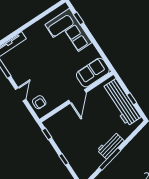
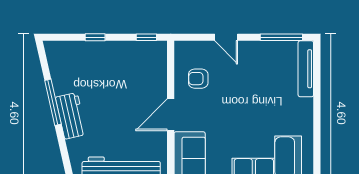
door: (77, 96) -> (171, 115), hinge flipped
armchair: (39, 102) -> (198, 79), moved

